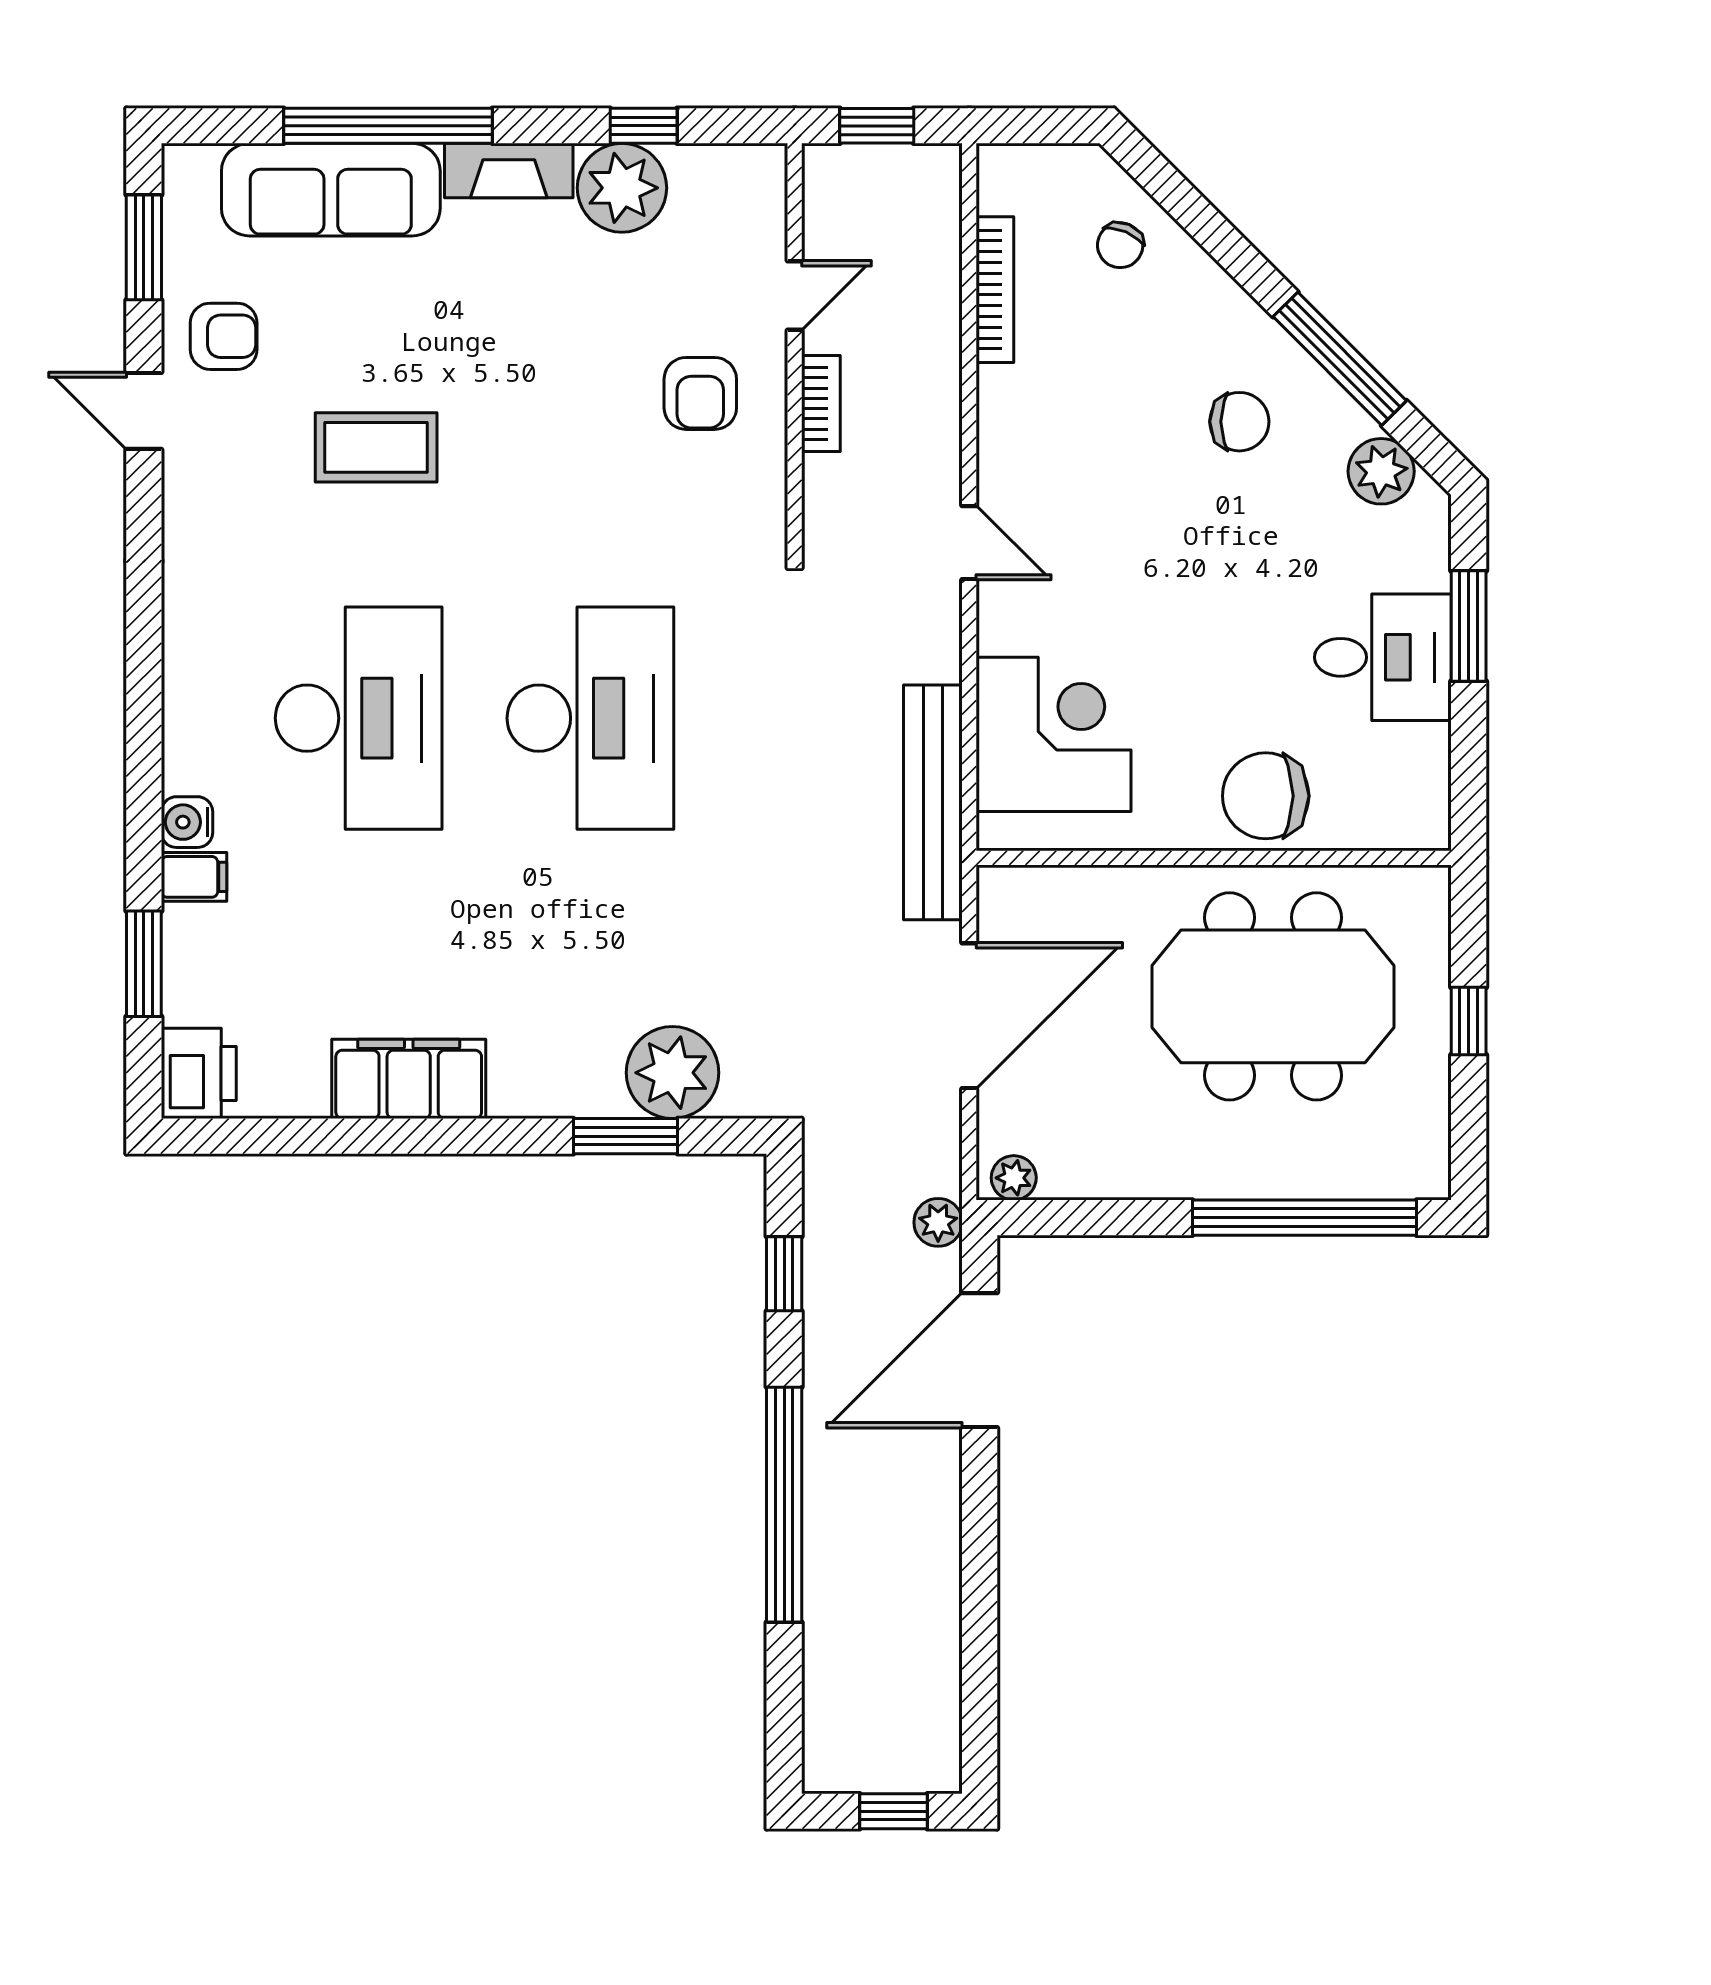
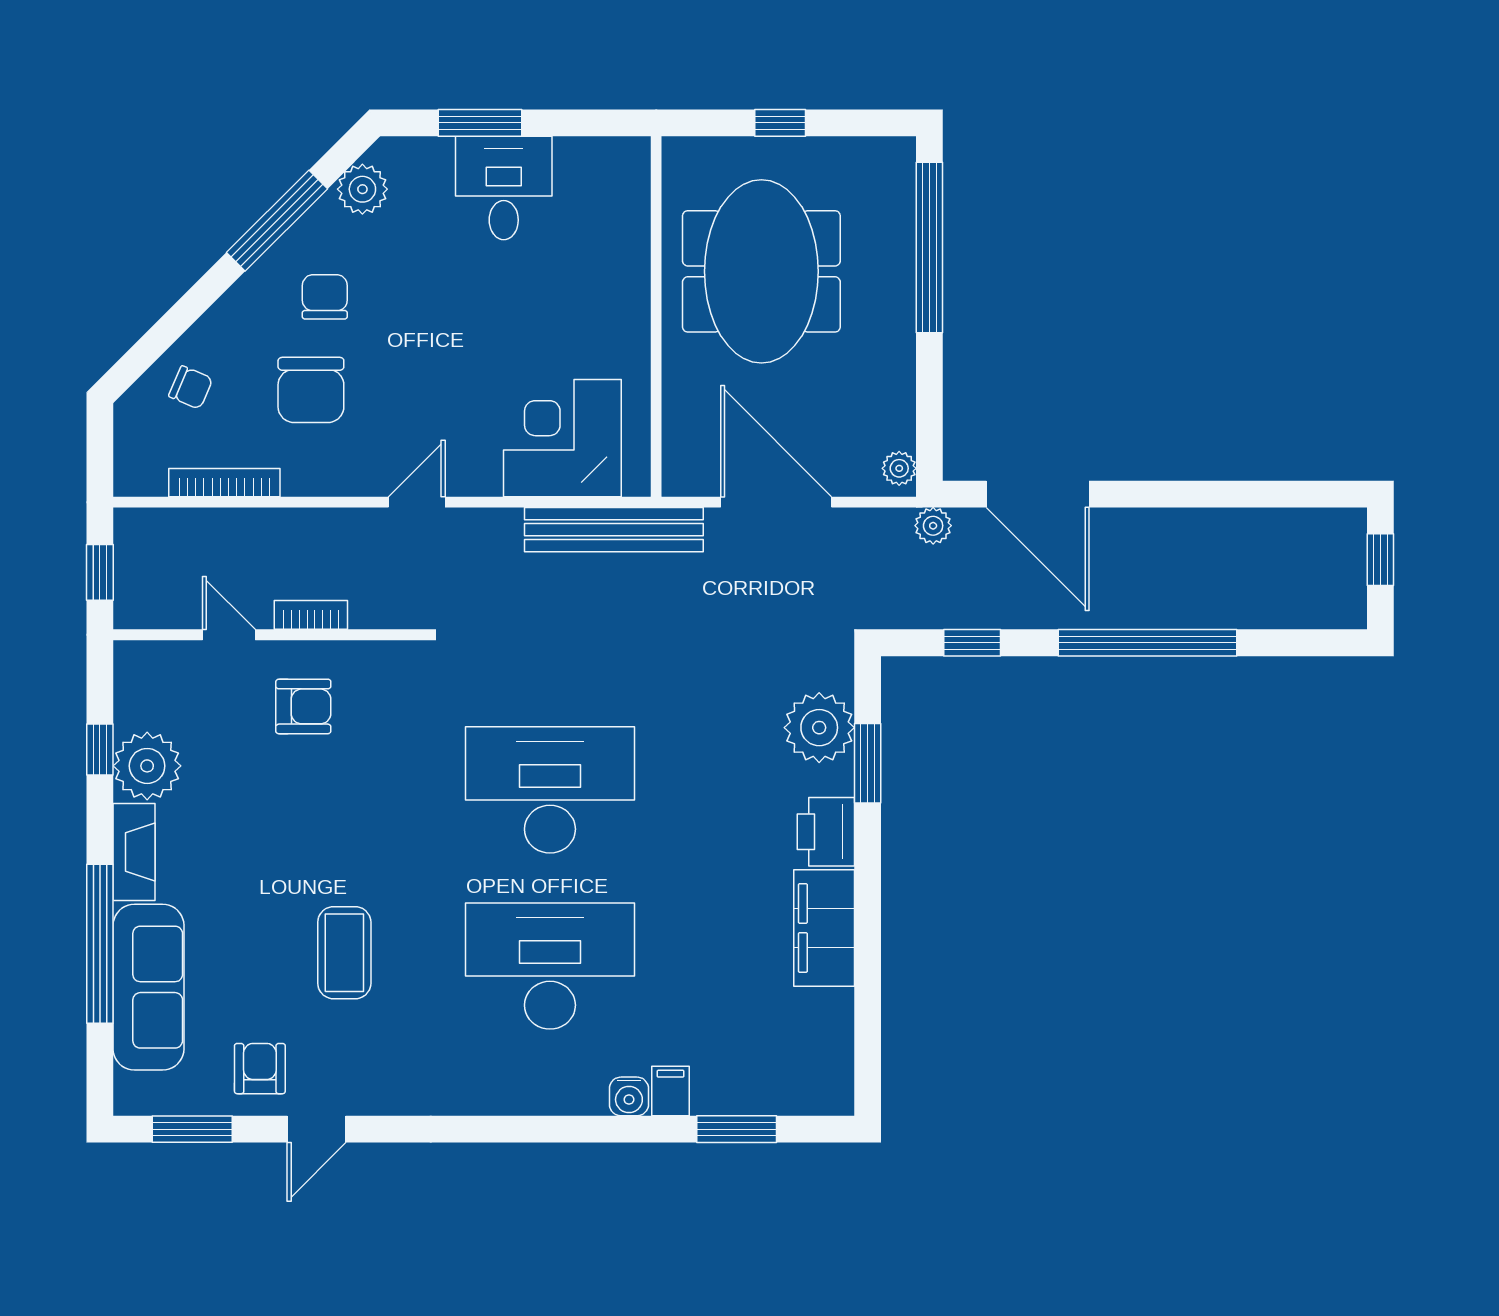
chair: (1266, 796) -> (311, 390), moved
printer: (199, 1073) -> (826, 832), moved, turned -90

